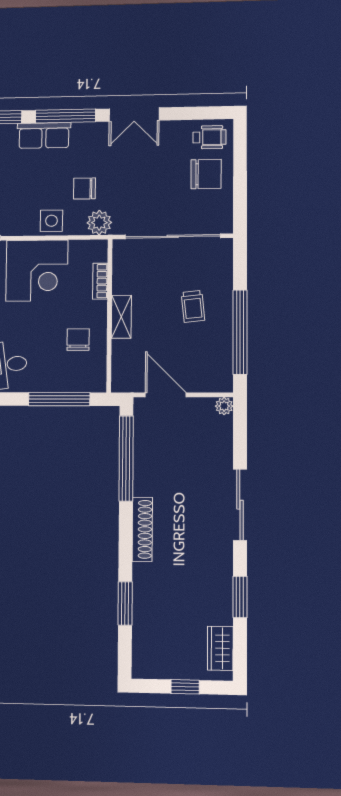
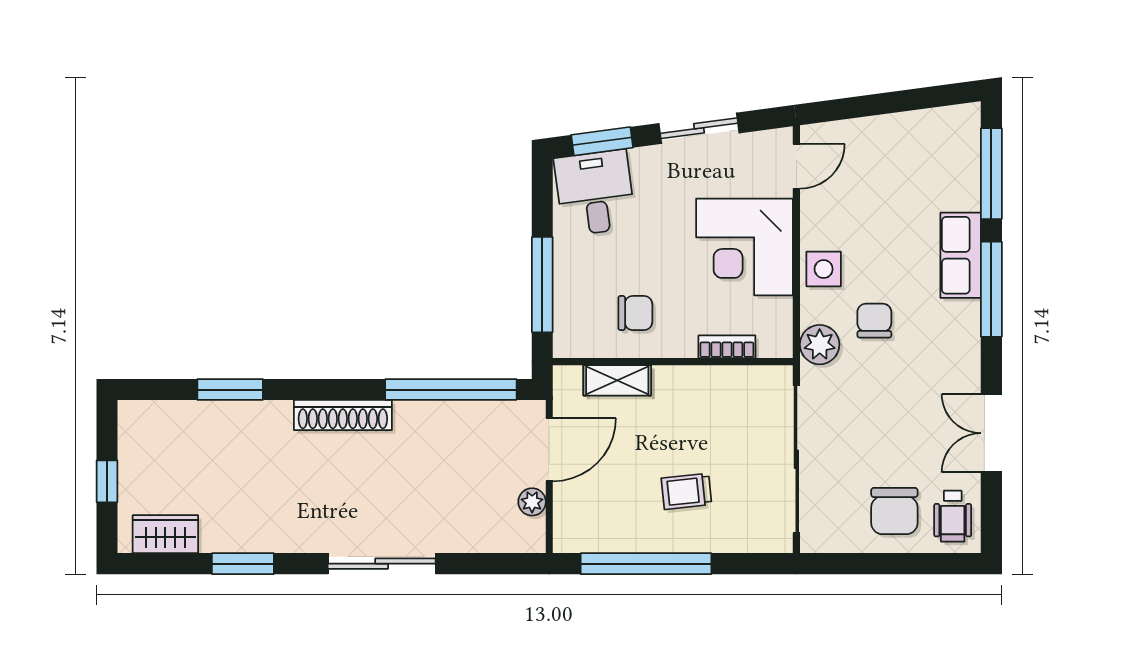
double door: (134, 115) -> (991, 433), moved
shelving: (121, 317) -> (617, 380), moved
plant: (224, 406) -> (532, 502), moved

